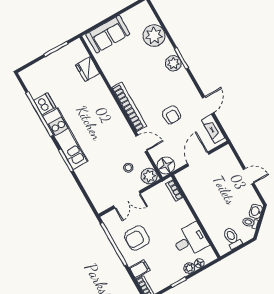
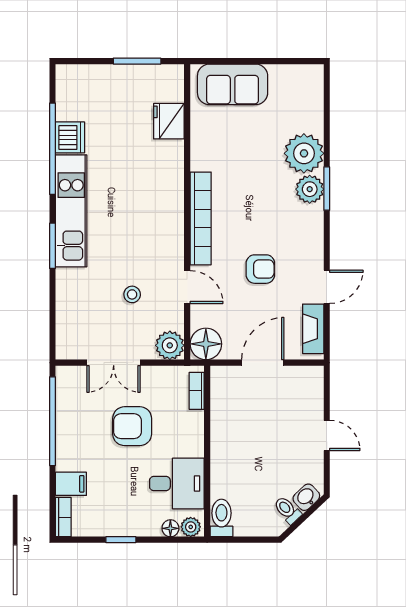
plant: (154, 36) -> (304, 153), moved
armchair: (172, 115) -> (260, 269), turned -90
stool: (128, 168) -> (132, 294), moved
armchair: (137, 238) -> (132, 426), moved
toilet: (232, 238) -> (221, 518), moved
plant: (189, 268) -> (191, 527), moved

